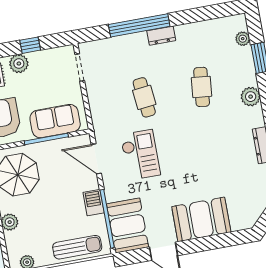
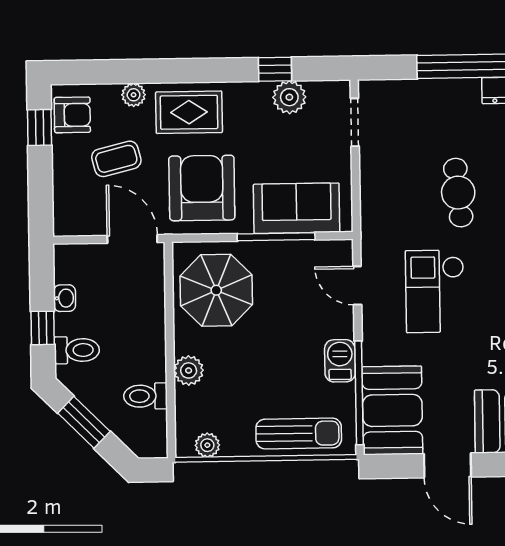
plant: (19, 64) -> (289, 97), moved
checkout: (140, 155) -> (435, 291), turned 180
door: (96, 159) -> (357, 286), width x0.73

